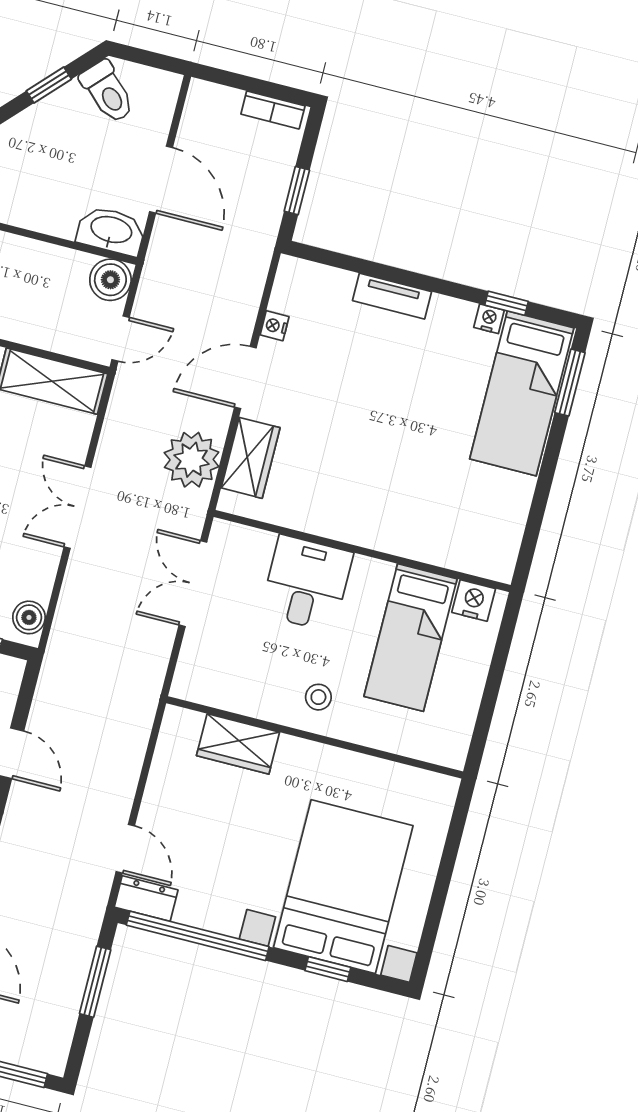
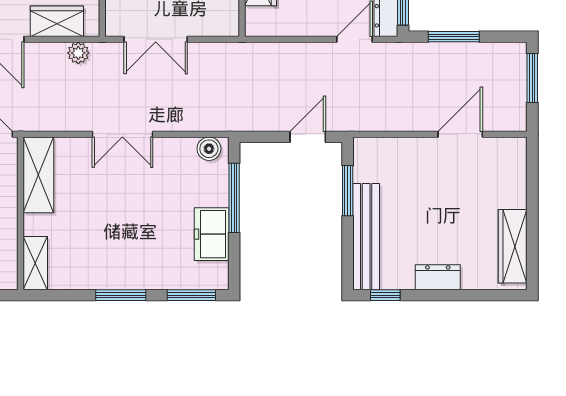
plant: (192, 460) -> (78, 53), width x0.53, depth x0.53

